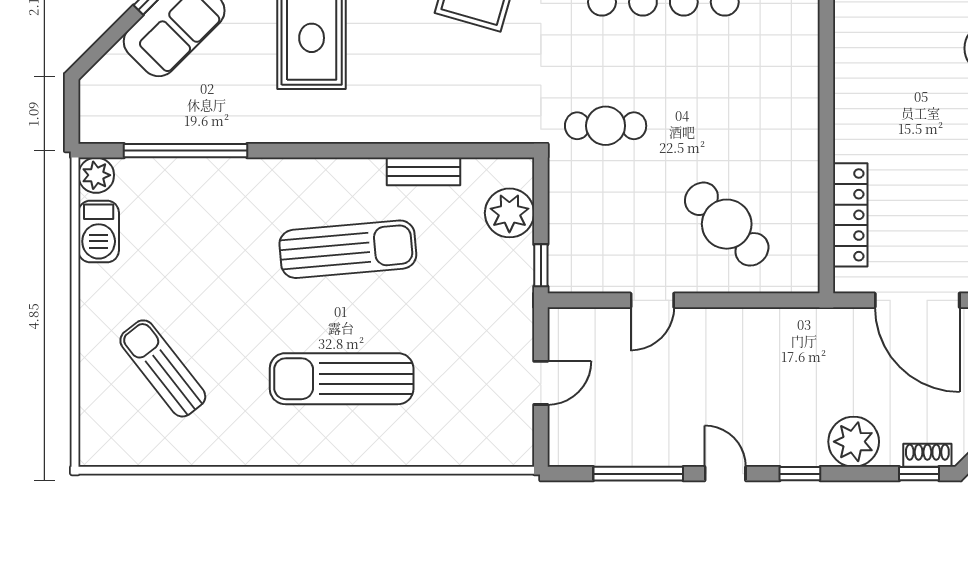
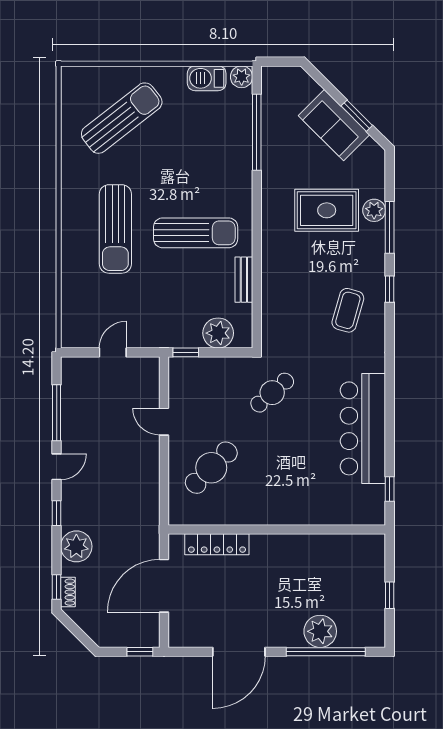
cafe table: (606, 126) -> (272, 393), turned 49
sun lounger: (348, 249) -> (196, 233), turned -85
sun lounger: (163, 368) -> (122, 118), width x1.36, depth x1.34
sun lounger: (342, 379) -> (115, 229), turned 180
door: (541, 383) -> (113, 352), swing flipped

